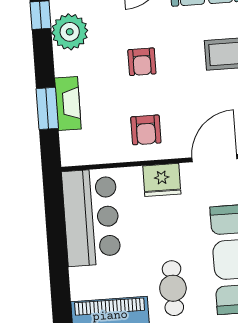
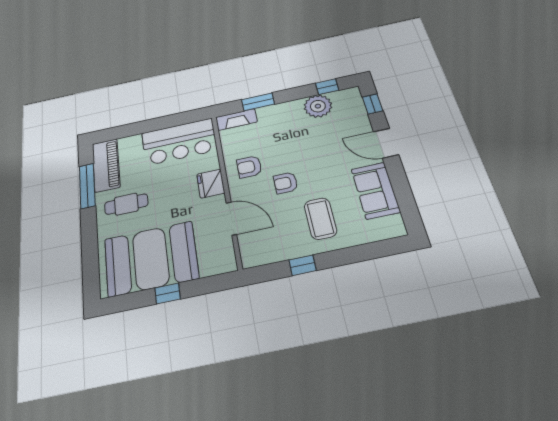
armchair: (142, 62) -> (286, 183), moved
fireplace: (68, 103) -> (236, 120), moved

